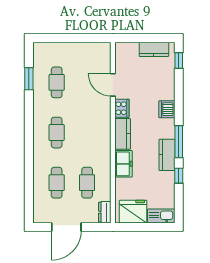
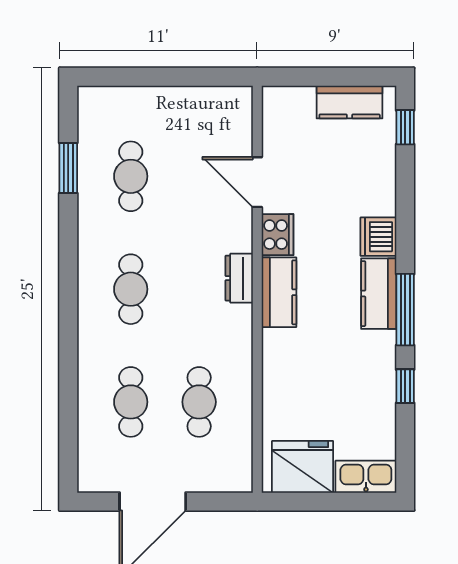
kitchen counter: (167, 155) -> (379, 294), moved
freezer: (124, 164) -> (281, 360), removed
dresser: (105, 212) -> (239, 278), moved

